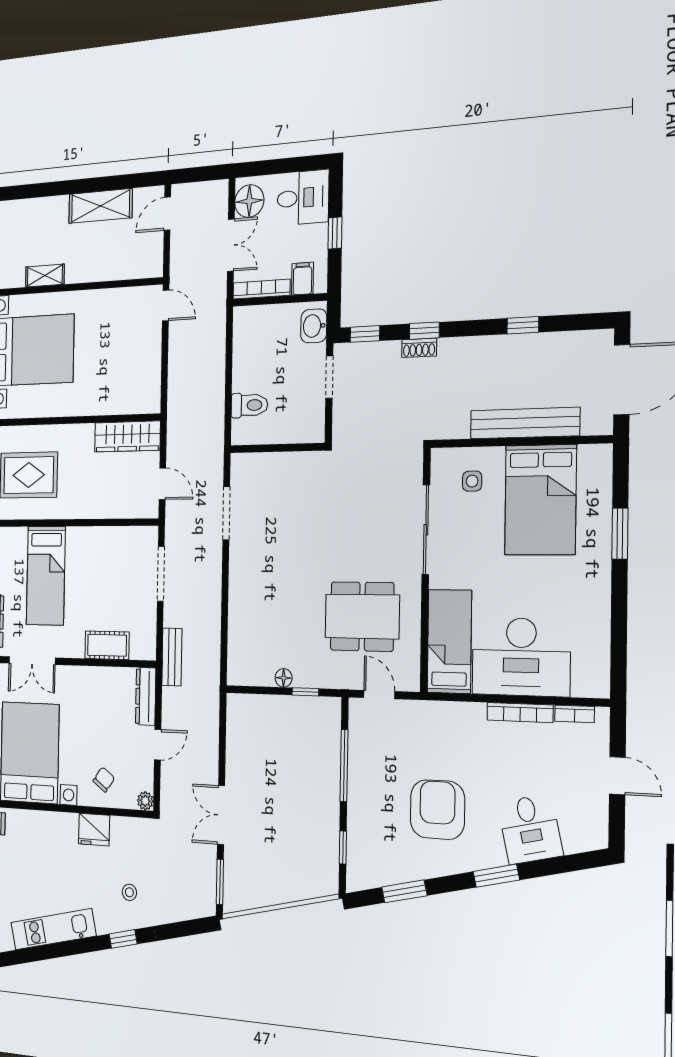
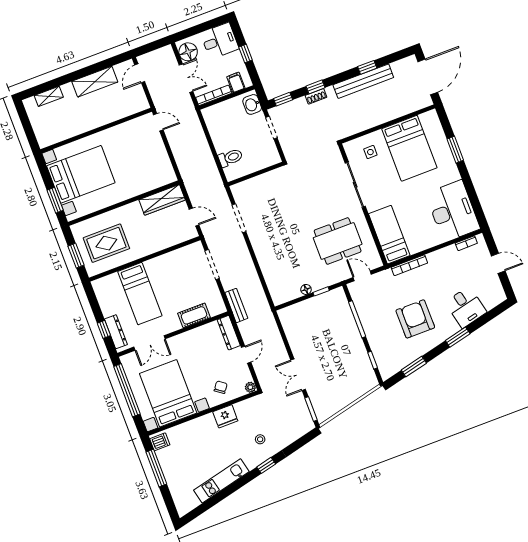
shelving: (45, 276) -> (49, 96), moved
bench: (525, 423) -> (363, 81), moved
desk: (521, 657) -> (453, 211), moved, turned -90
bookcase: (520, 713) -> (409, 265), moved

